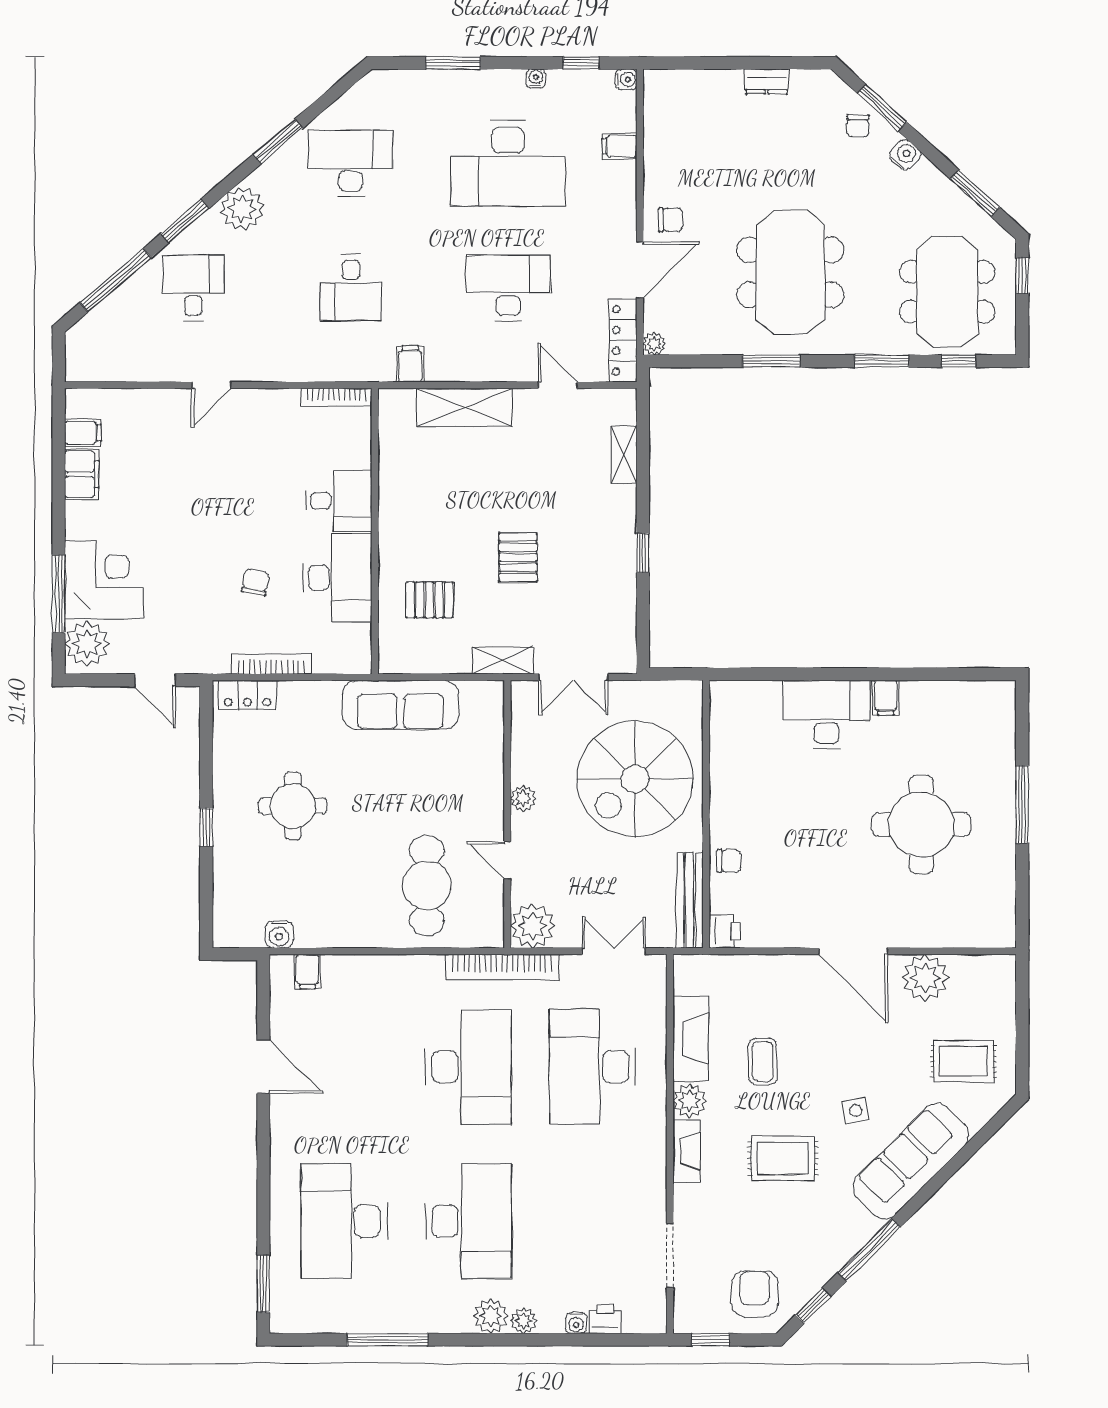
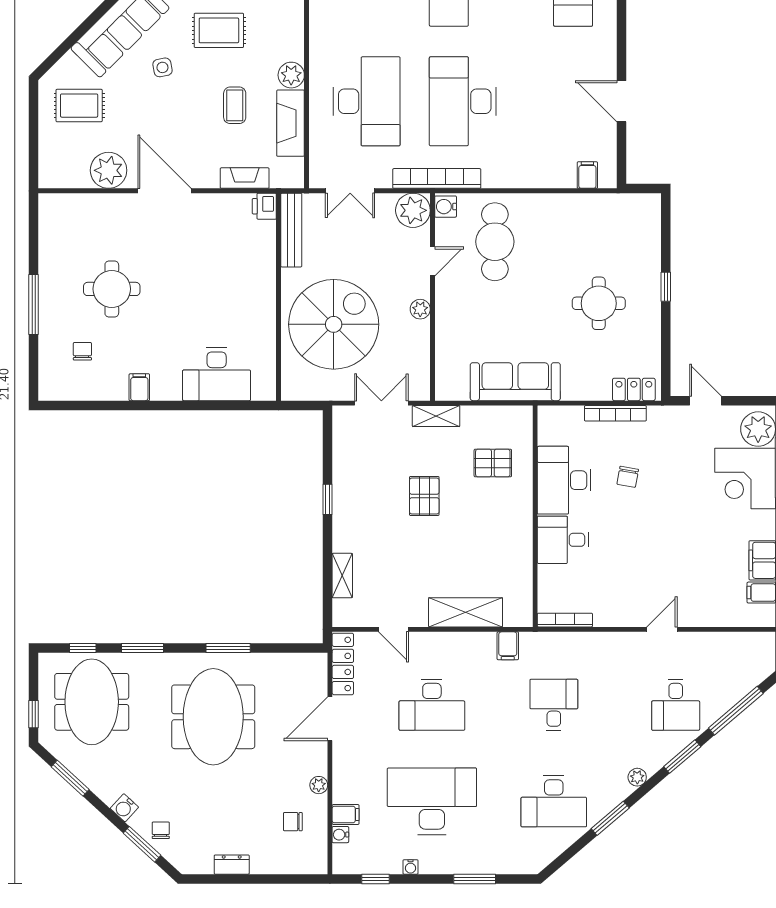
water cooler: (626, 80) -> (340, 835), moved
plant: (242, 209) -> (637, 777), width x0.53, depth x0.53
chair: (670, 220) -> (293, 822), moved
plant: (654, 344) -> (319, 785), moved
desk: (827, 715) -> (217, 374), moved
round table: (921, 824) -> (112, 289), width x0.73, depth x0.73
door: (507, 860) -> (432, 261), hinge flipped
chair: (729, 861) -> (82, 351), moved, turned 90
water cooler: (279, 934) -> (446, 207), moved, turned -90
fireplace: (686, 1151) -> (245, 178), moved, turned 90

